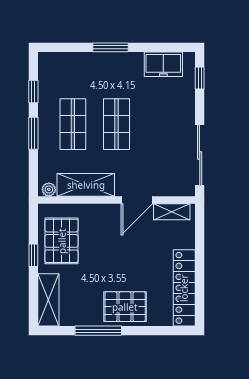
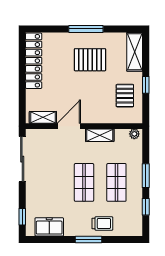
trolley: (92, 69) -> (102, 223), added
shelving: (86, 185) -> (100, 135), width x0.67, depth x0.75
pallet: (62, 241) -> (125, 96), width x0.67, depth x0.71
pallet: (125, 307) -> (90, 60), moved
window: (98, 331) -> (86, 29), moved

